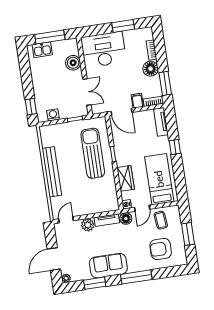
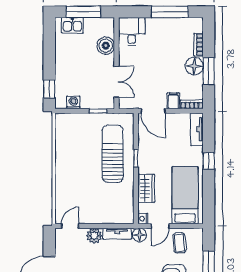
window: (123, 26) -> (170, 12), width x1.44
desk: (103, 50) -> (132, 32), width x0.53, depth x0.77
window: (165, 83) -> (209, 71), moved
bench: (52, 172) -> (62, 168), removed

